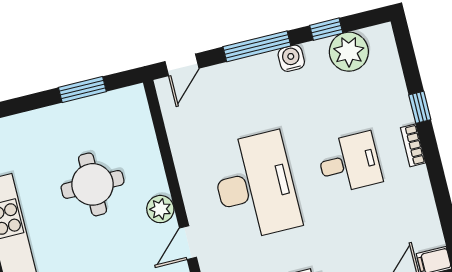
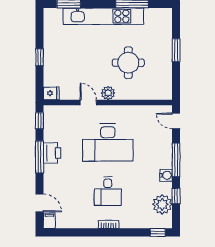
window: (82, 90) -> (176, 50), moved
window: (420, 107) -> (158, 232), moved

